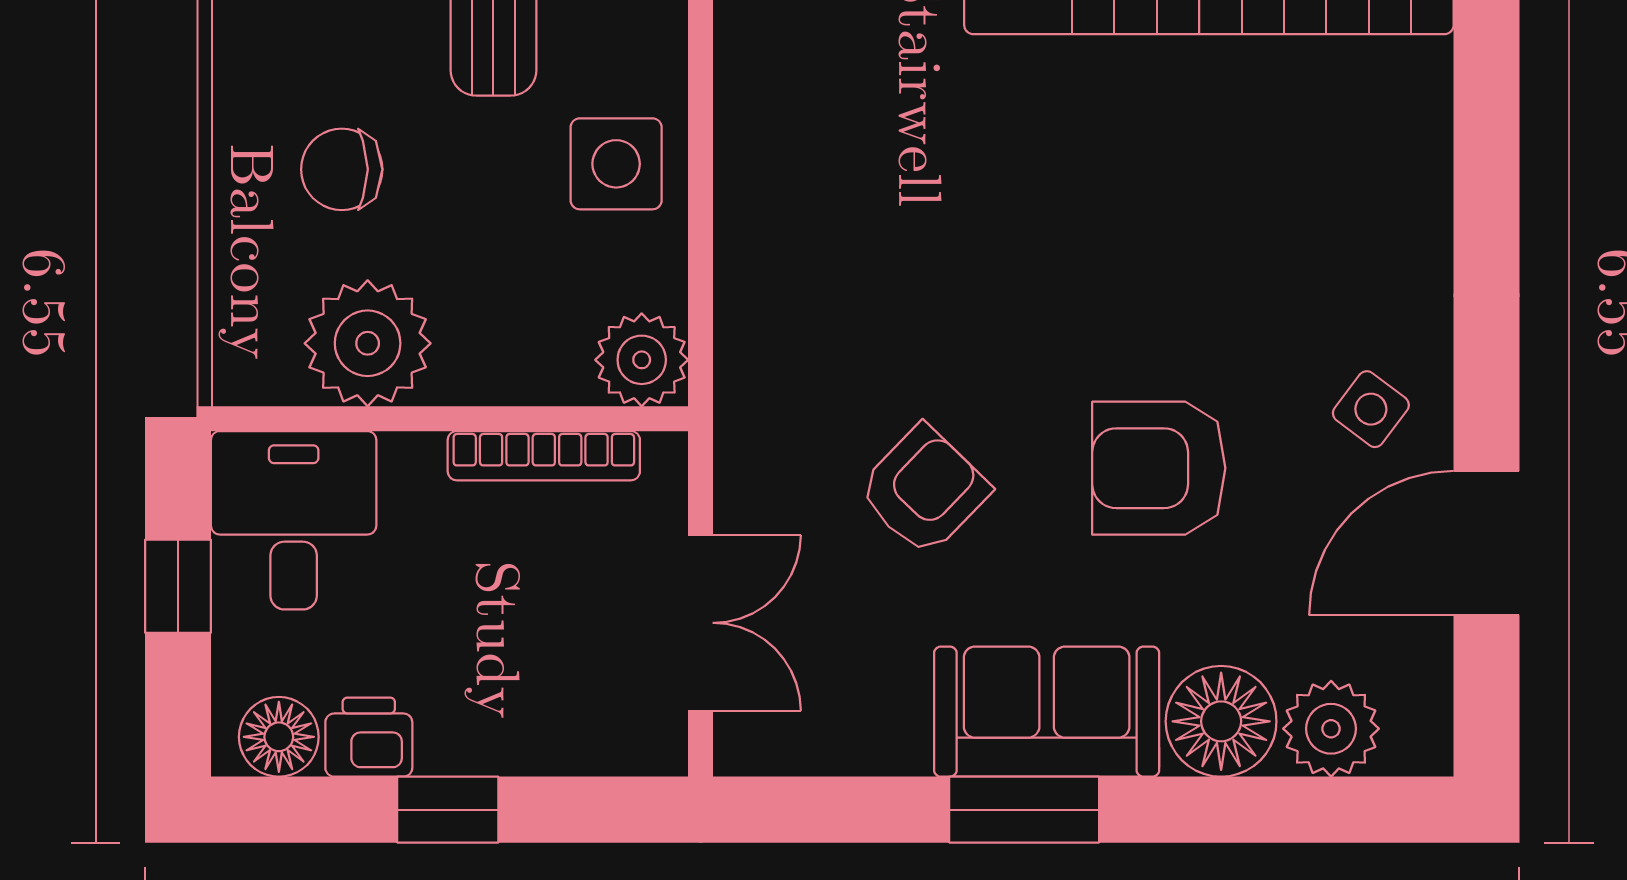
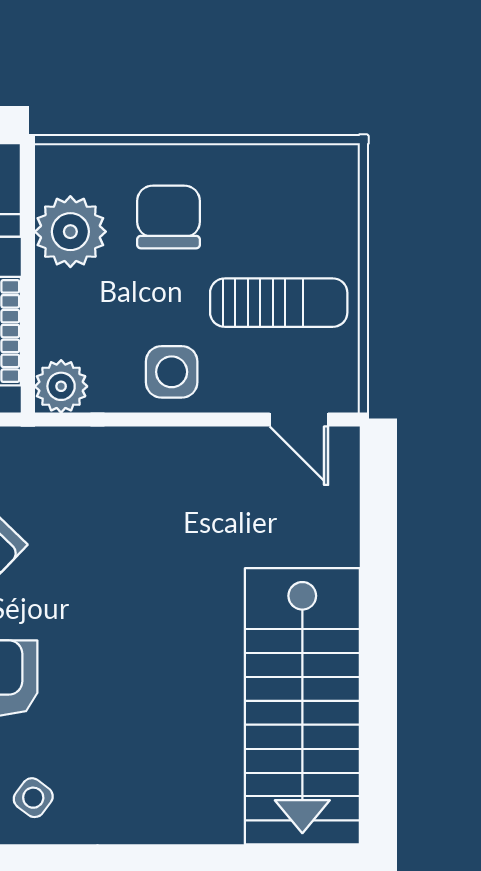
chair: (342, 169) -> (169, 217), width x1.37, depth x1.37

